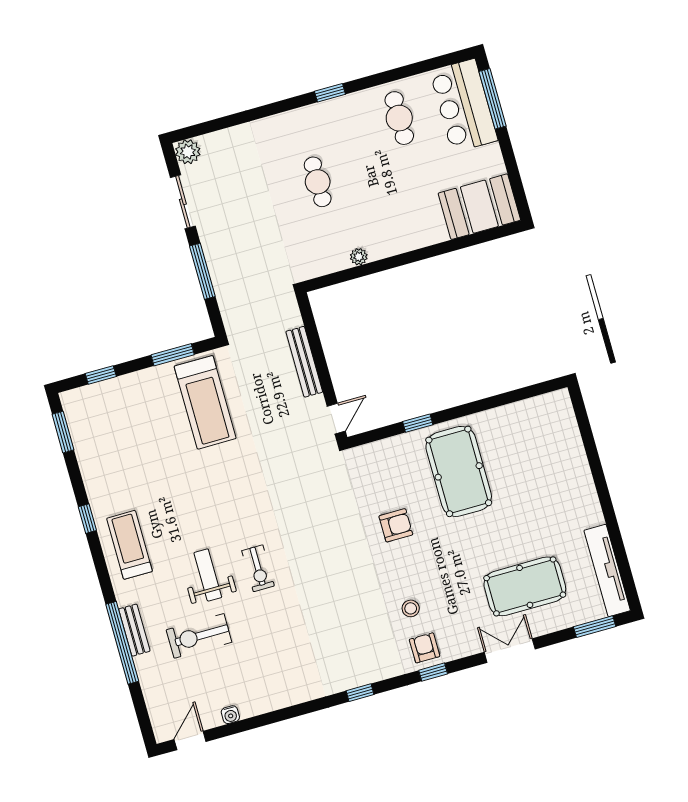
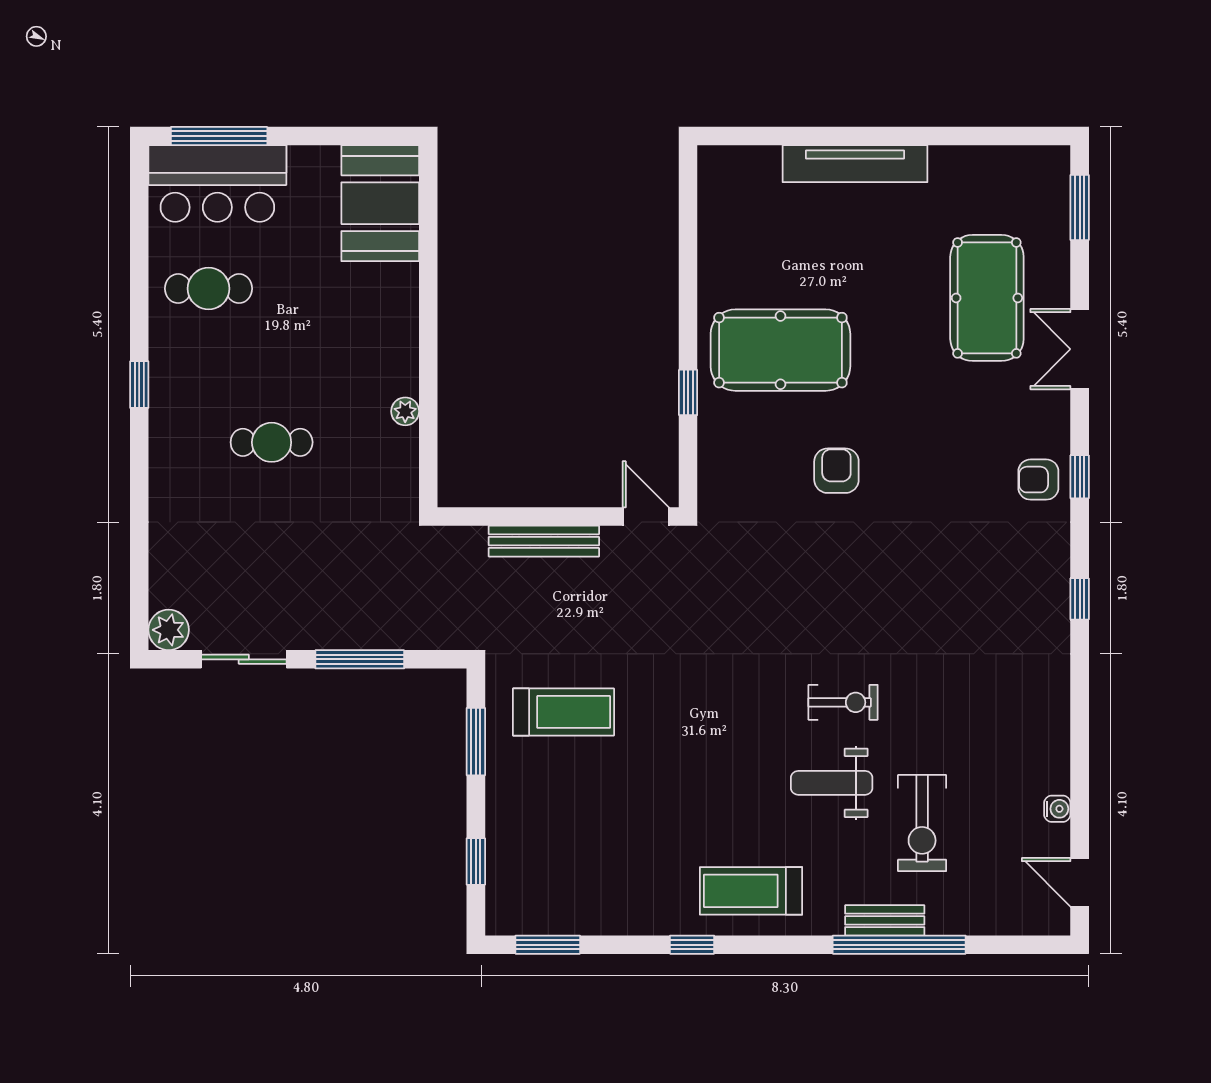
treadmill: (205, 402) -> (564, 712), width x0.73, depth x0.73
tv unit: (607, 570) -> (855, 164), moved
stool: (411, 608) -> (971, 484), removed

